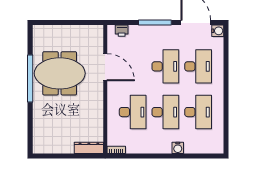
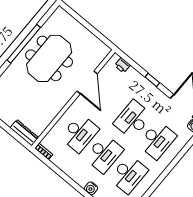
window: (155, 23) -> (152, 80), width x0.46
desk: (165, 66) -> (133, 119), turned 180
meeting table: (60, 73) -> (49, 58), turned 90

